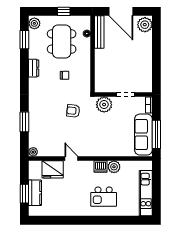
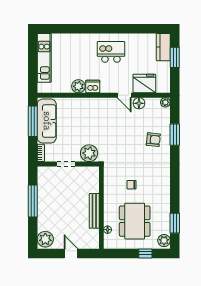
window: (64, 11) -> (145, 253), moved
door: (121, 11) -> (71, 253), width x0.53
bench: (99, 32) -> (94, 211), moved
window: (156, 60) -> (33, 201), added
dresser: (34, 68) -> (165, 192), removed
armchair: (73, 111) -> (153, 140), moved
floor lamp: (58, 151) -> (139, 103), added
kitchen counter: (35, 193) -> (163, 47), moved
kitchen island: (104, 197) -> (111, 52), moved

